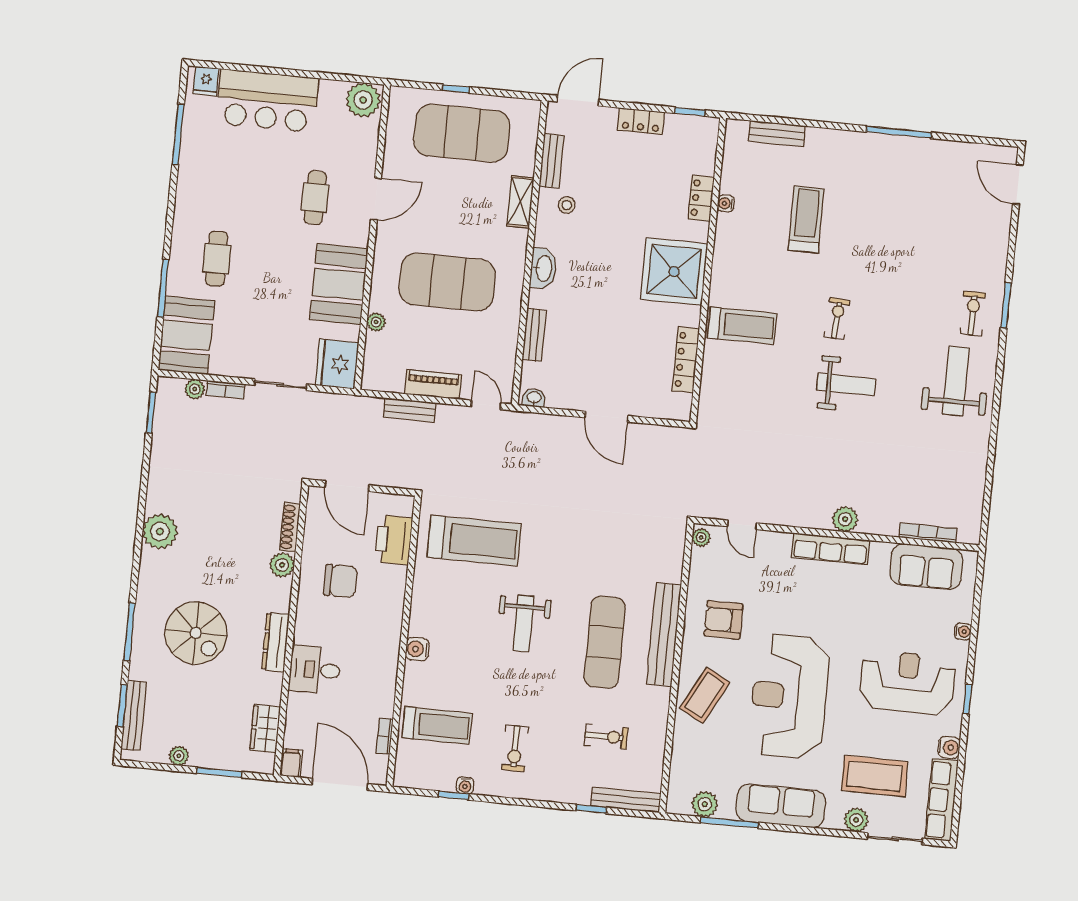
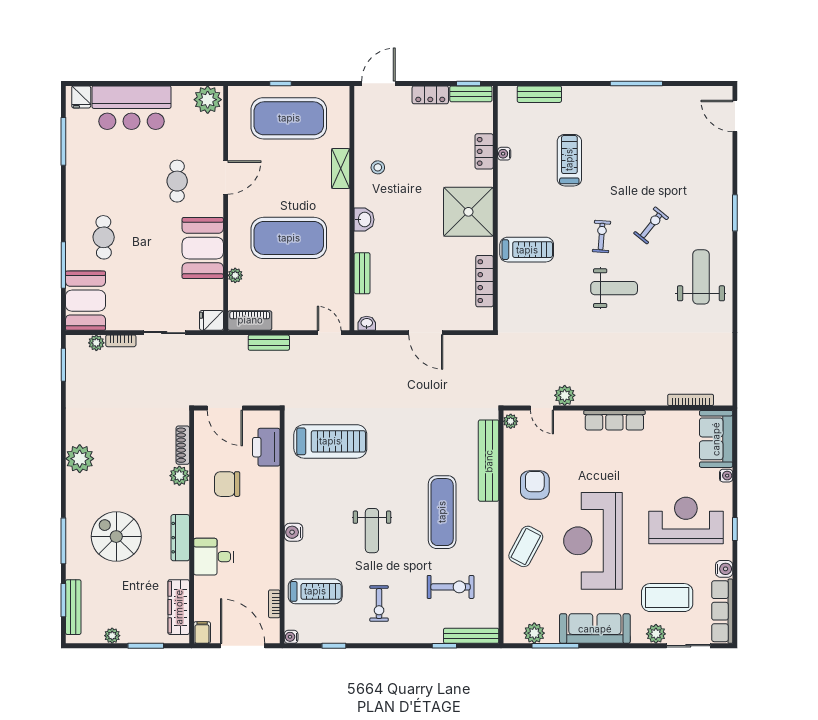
bench: (552, 161) -> (471, 94), moved, turned 90
washbasin: (543, 268) -> (364, 220), width x0.72
exercise bike: (973, 313) -> (651, 225), moved, turned 39
fridge: (337, 364) -> (211, 320), width x0.53, depth x0.75
piano: (433, 384) -> (250, 320), moved
plant: (845, 519) -> (565, 395), moved
sofa: (926, 567) -> (716, 439), moved, turned 90
chair: (340, 581) -> (227, 484), turned 180
armchair: (724, 620) -> (535, 485), turned 90
weight bench: (524, 624) -> (372, 531), moved
spiral stairs: (196, 633) -> (116, 537), turned 180
bench: (664, 634) -> (489, 461), moved
wardrobe: (265, 728) -> (179, 607), width x1.50
exercise bike: (606, 736) -> (451, 587), width x1.38, depth x1.39
water cooler: (465, 785) -> (291, 637), moved, turned 90

